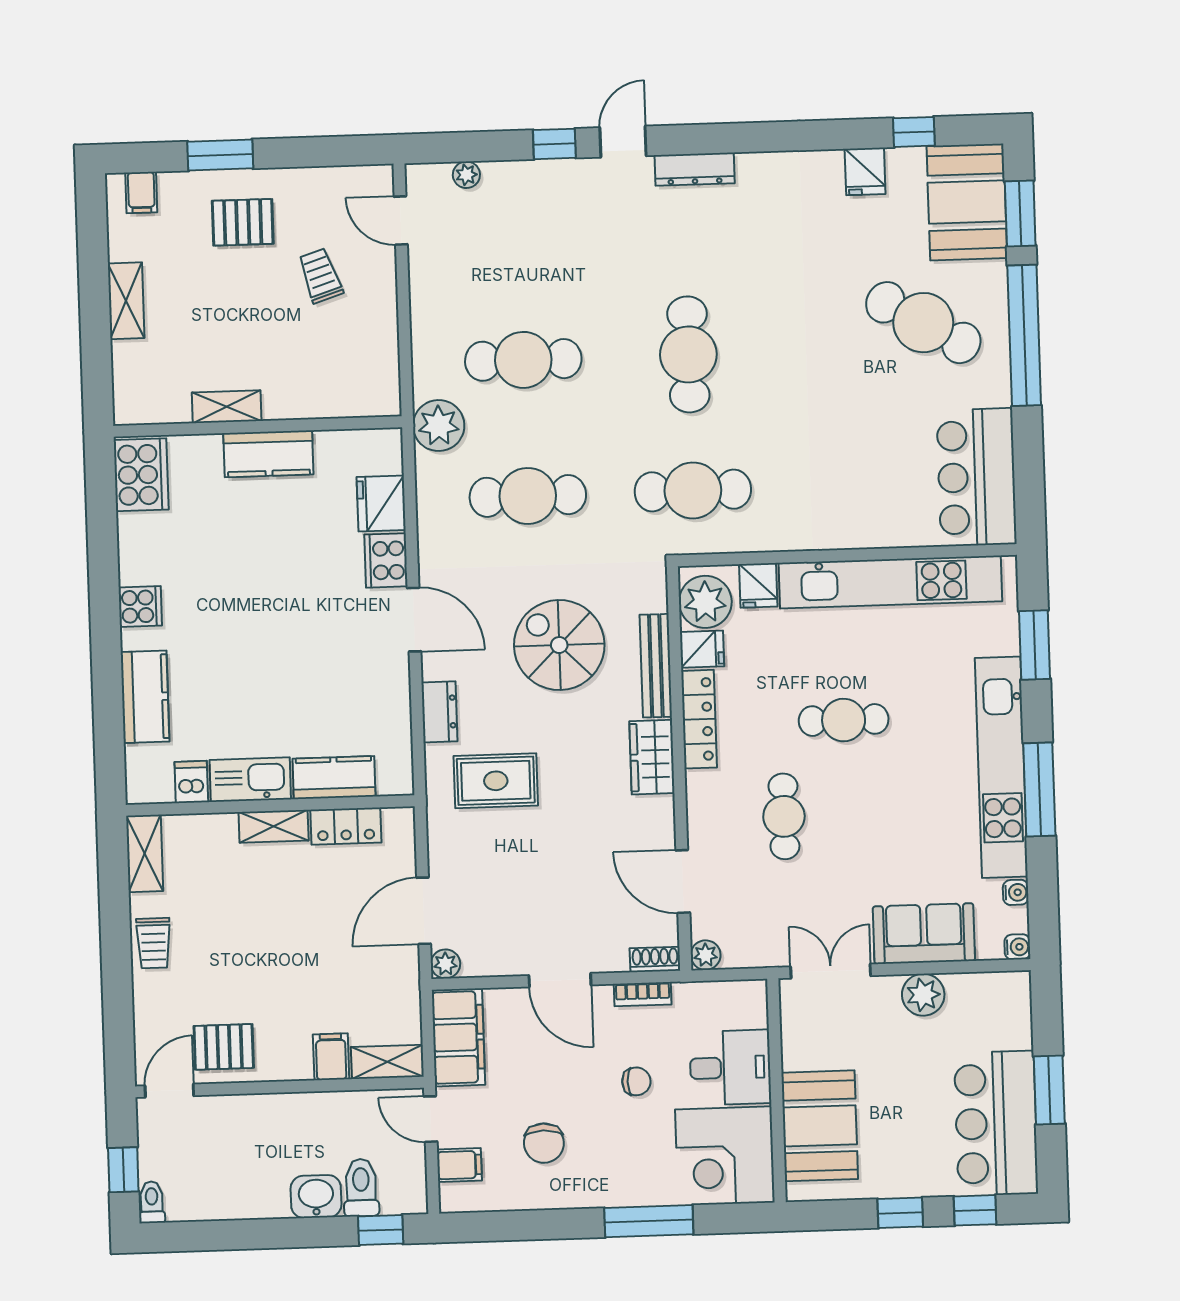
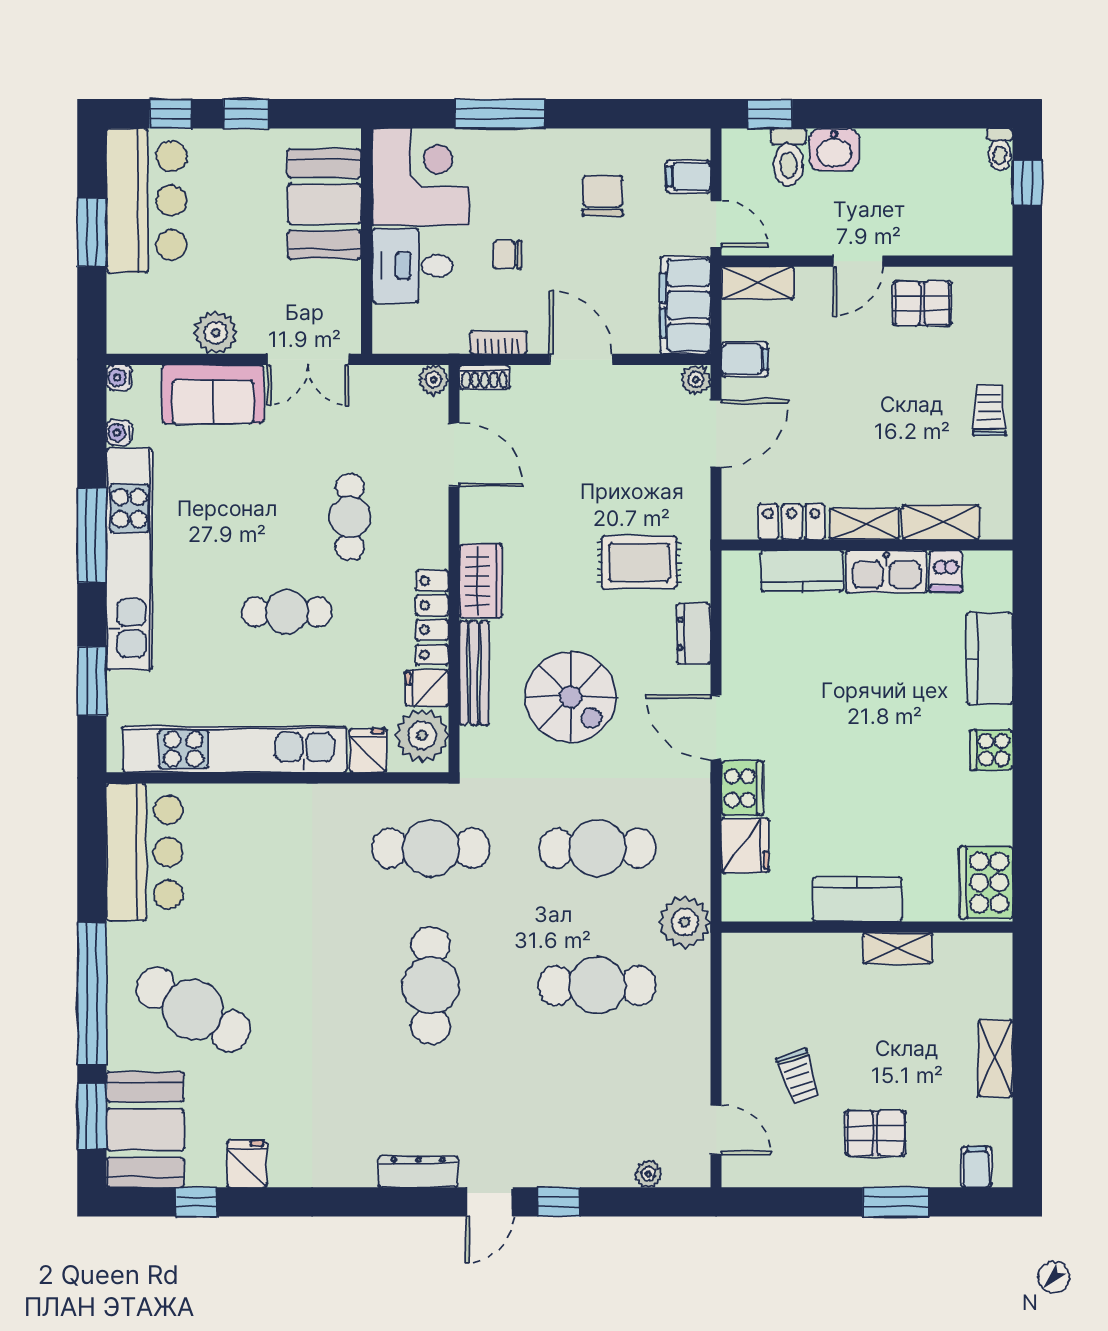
shelving: (145, 853) -> (941, 522), moved, turned 90
filing cabinet: (331, 1057) -> (745, 359), moved, turned -90
door: (169, 1091) -> (858, 261), moved

